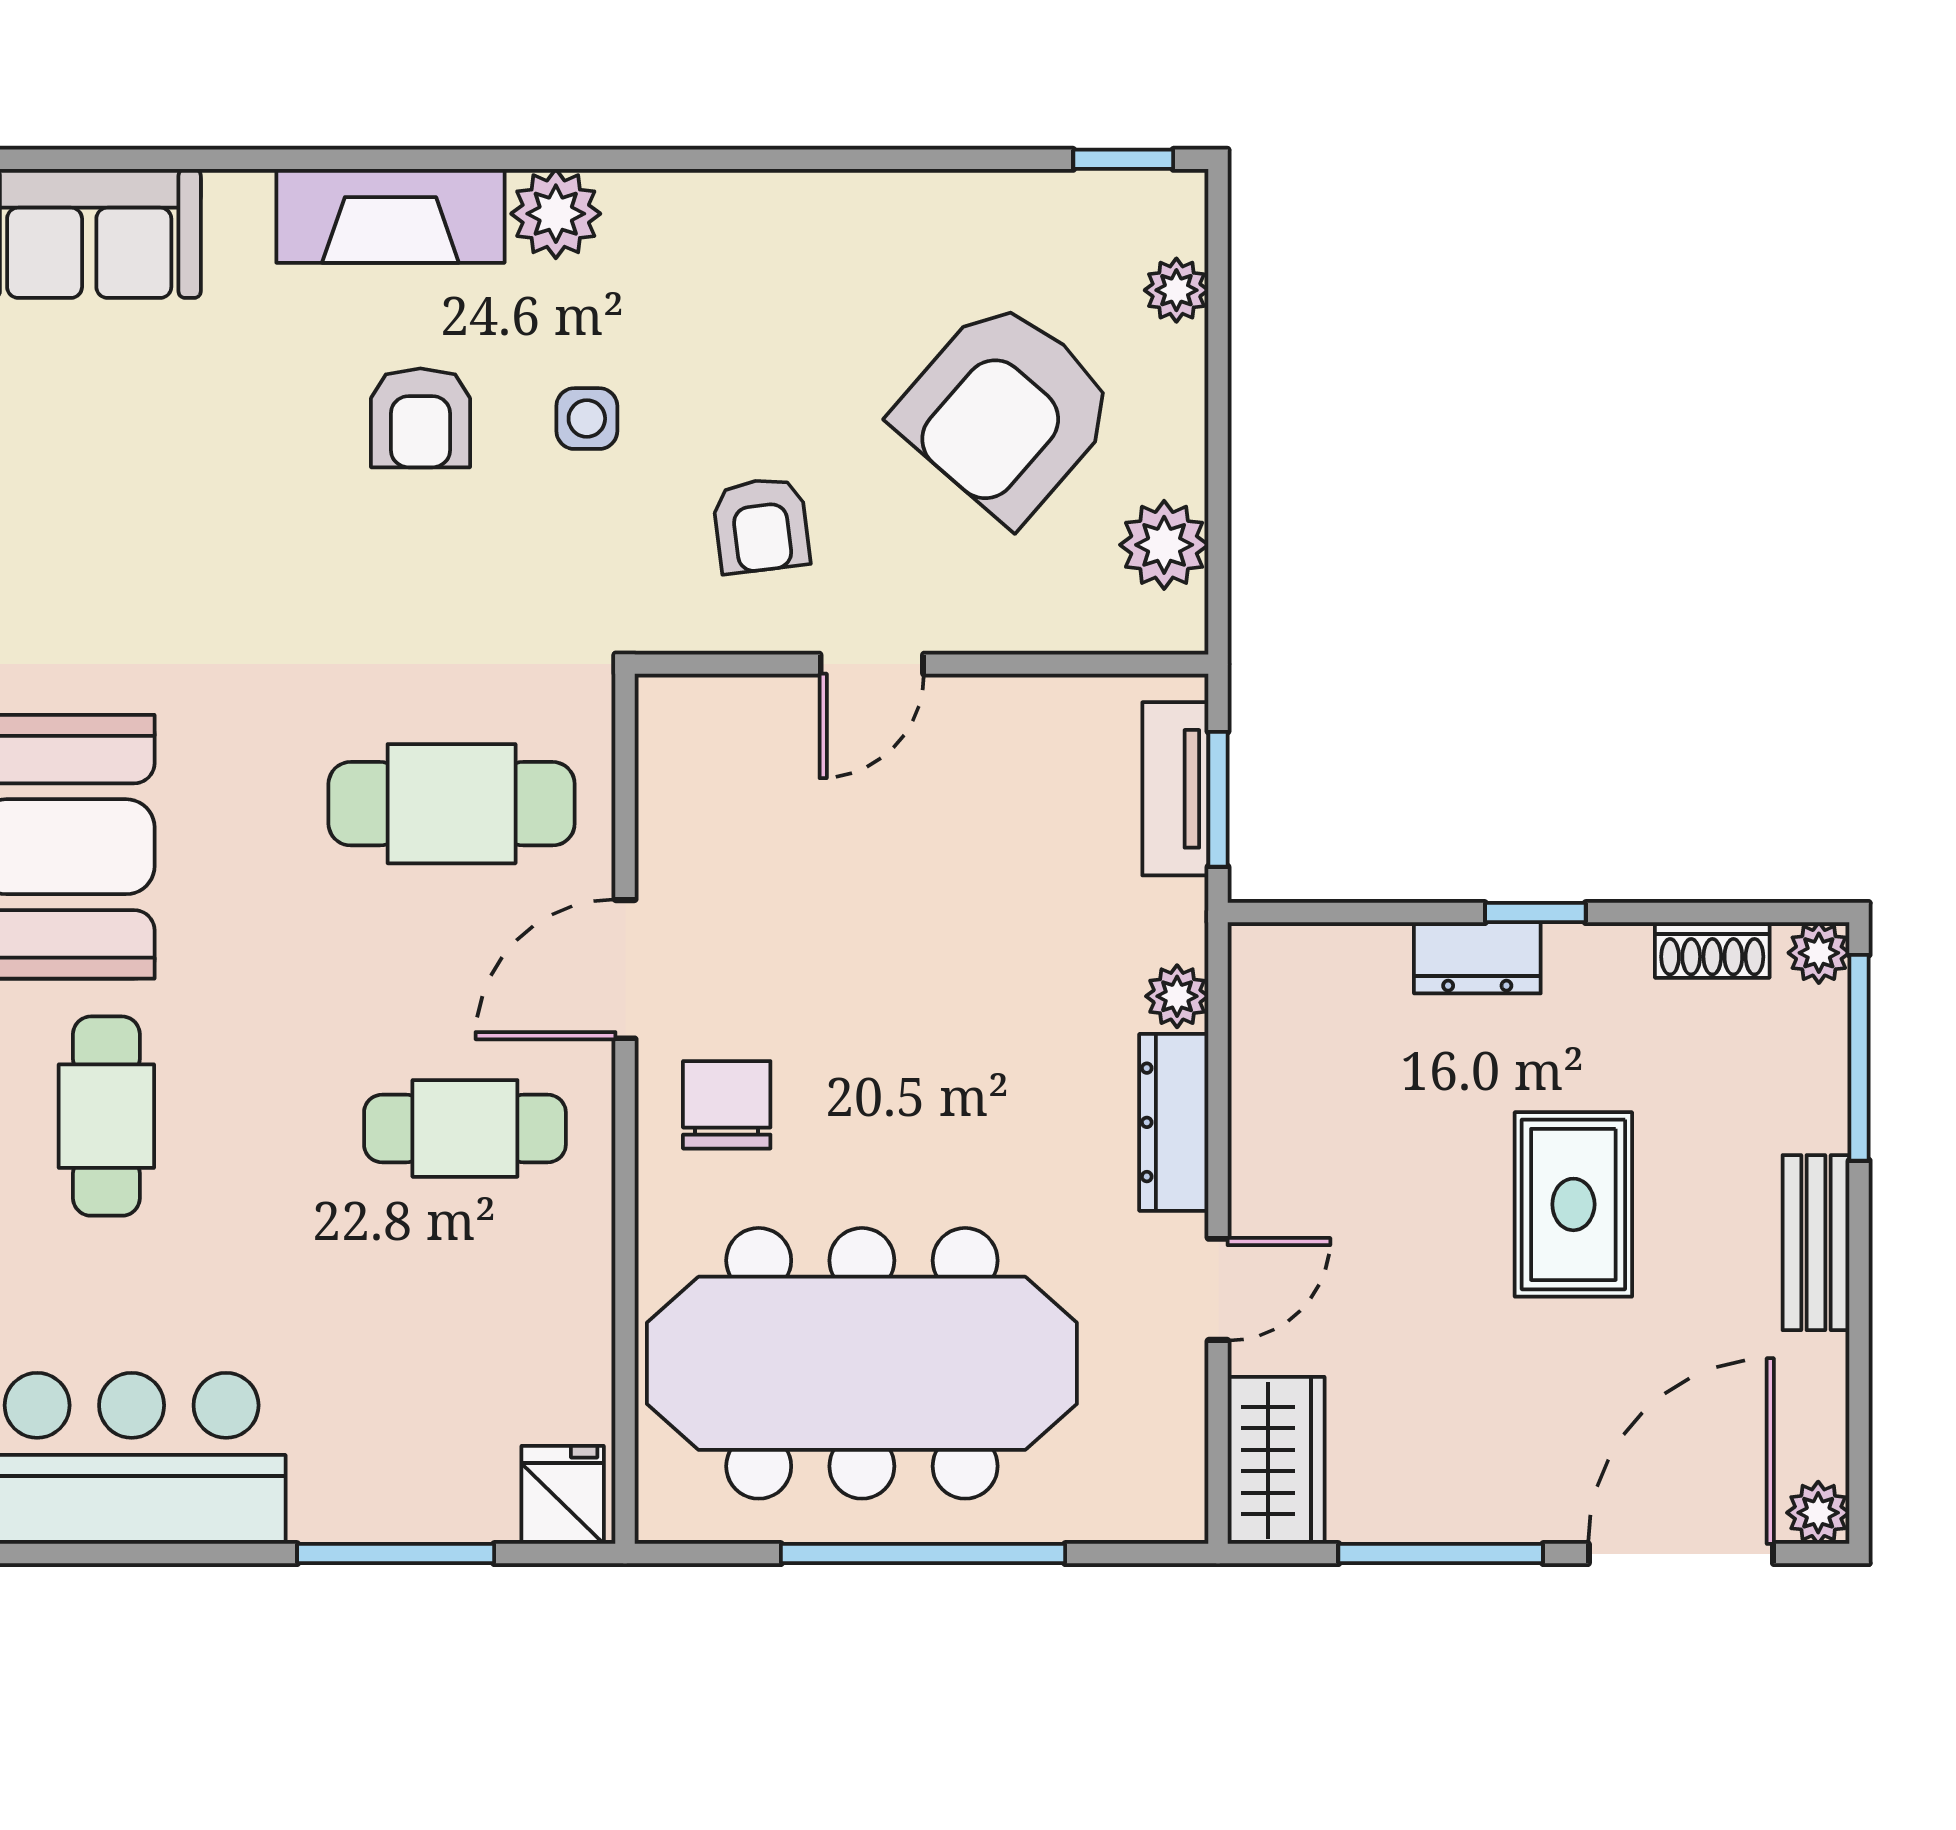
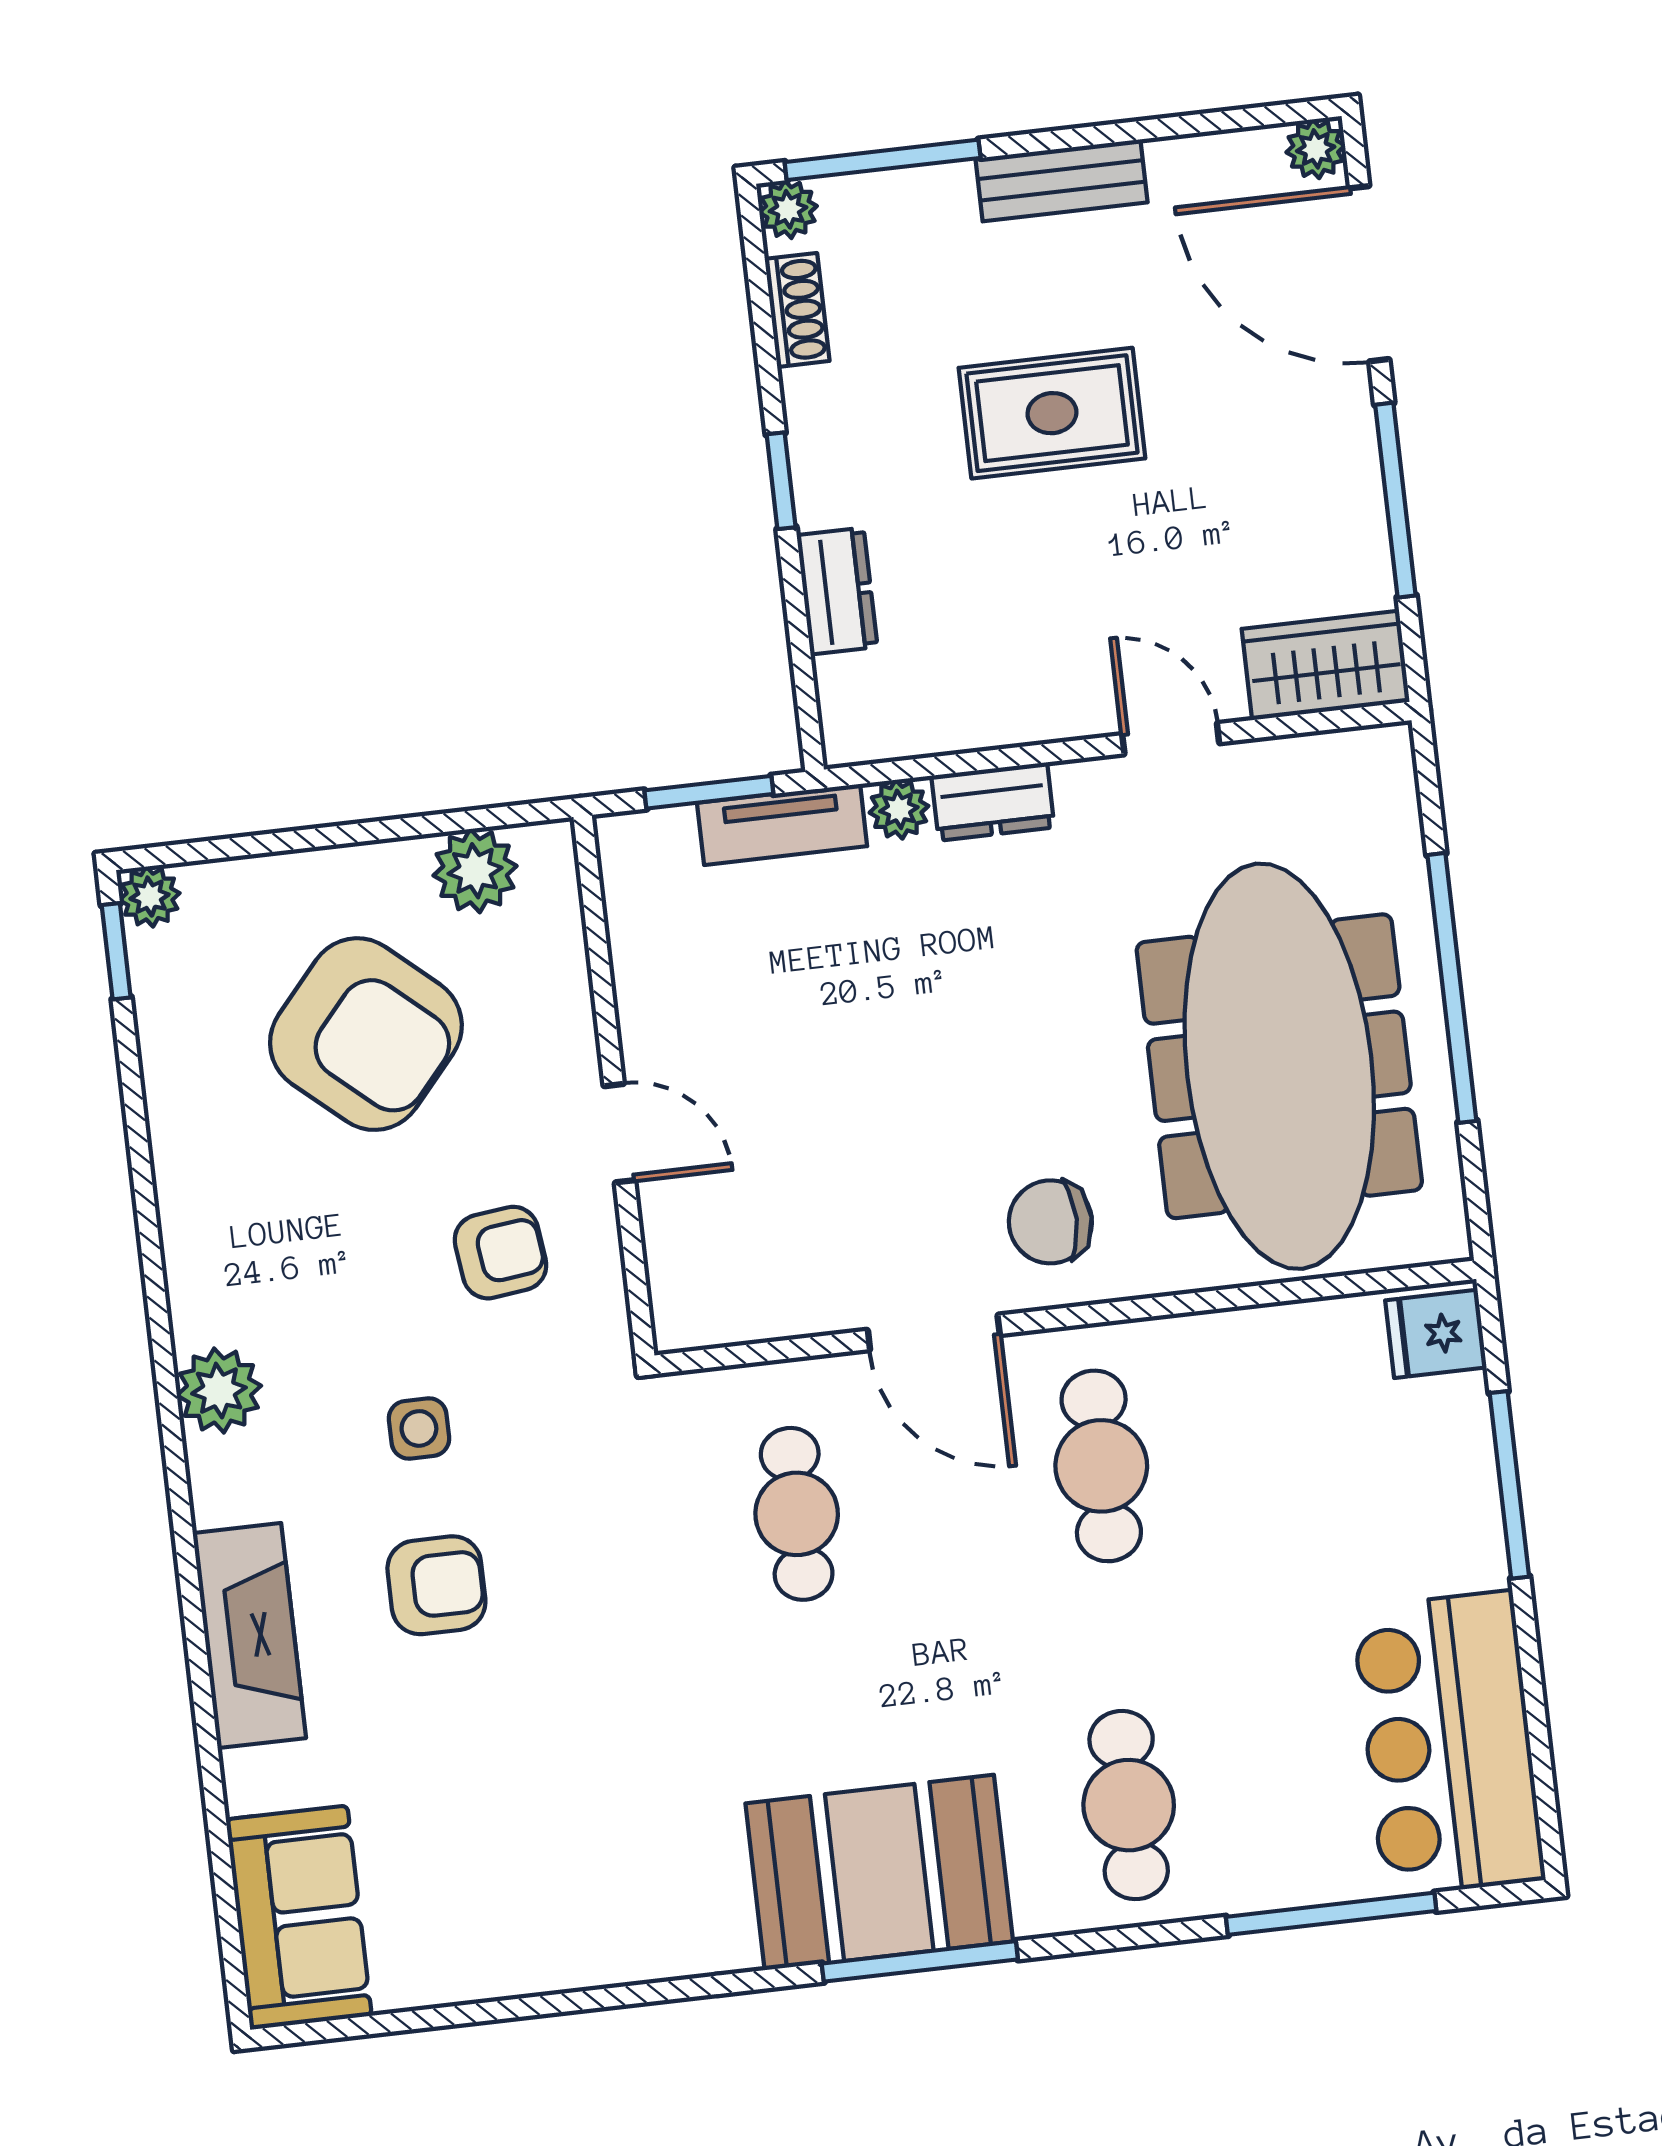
plant: (556, 214) -> (219, 1391), moved
plant: (1176, 290) -> (150, 897), moved
tv unit: (1175, 789) -> (782, 824), moved
cafe table: (452, 804) -> (797, 1514), width x0.73, depth x0.74
dresser: (1477, 958) -> (837, 591), moved
cafe table: (106, 1116) -> (1129, 1805), turned 90
dresser: (1174, 1122) -> (993, 802), width x0.70

